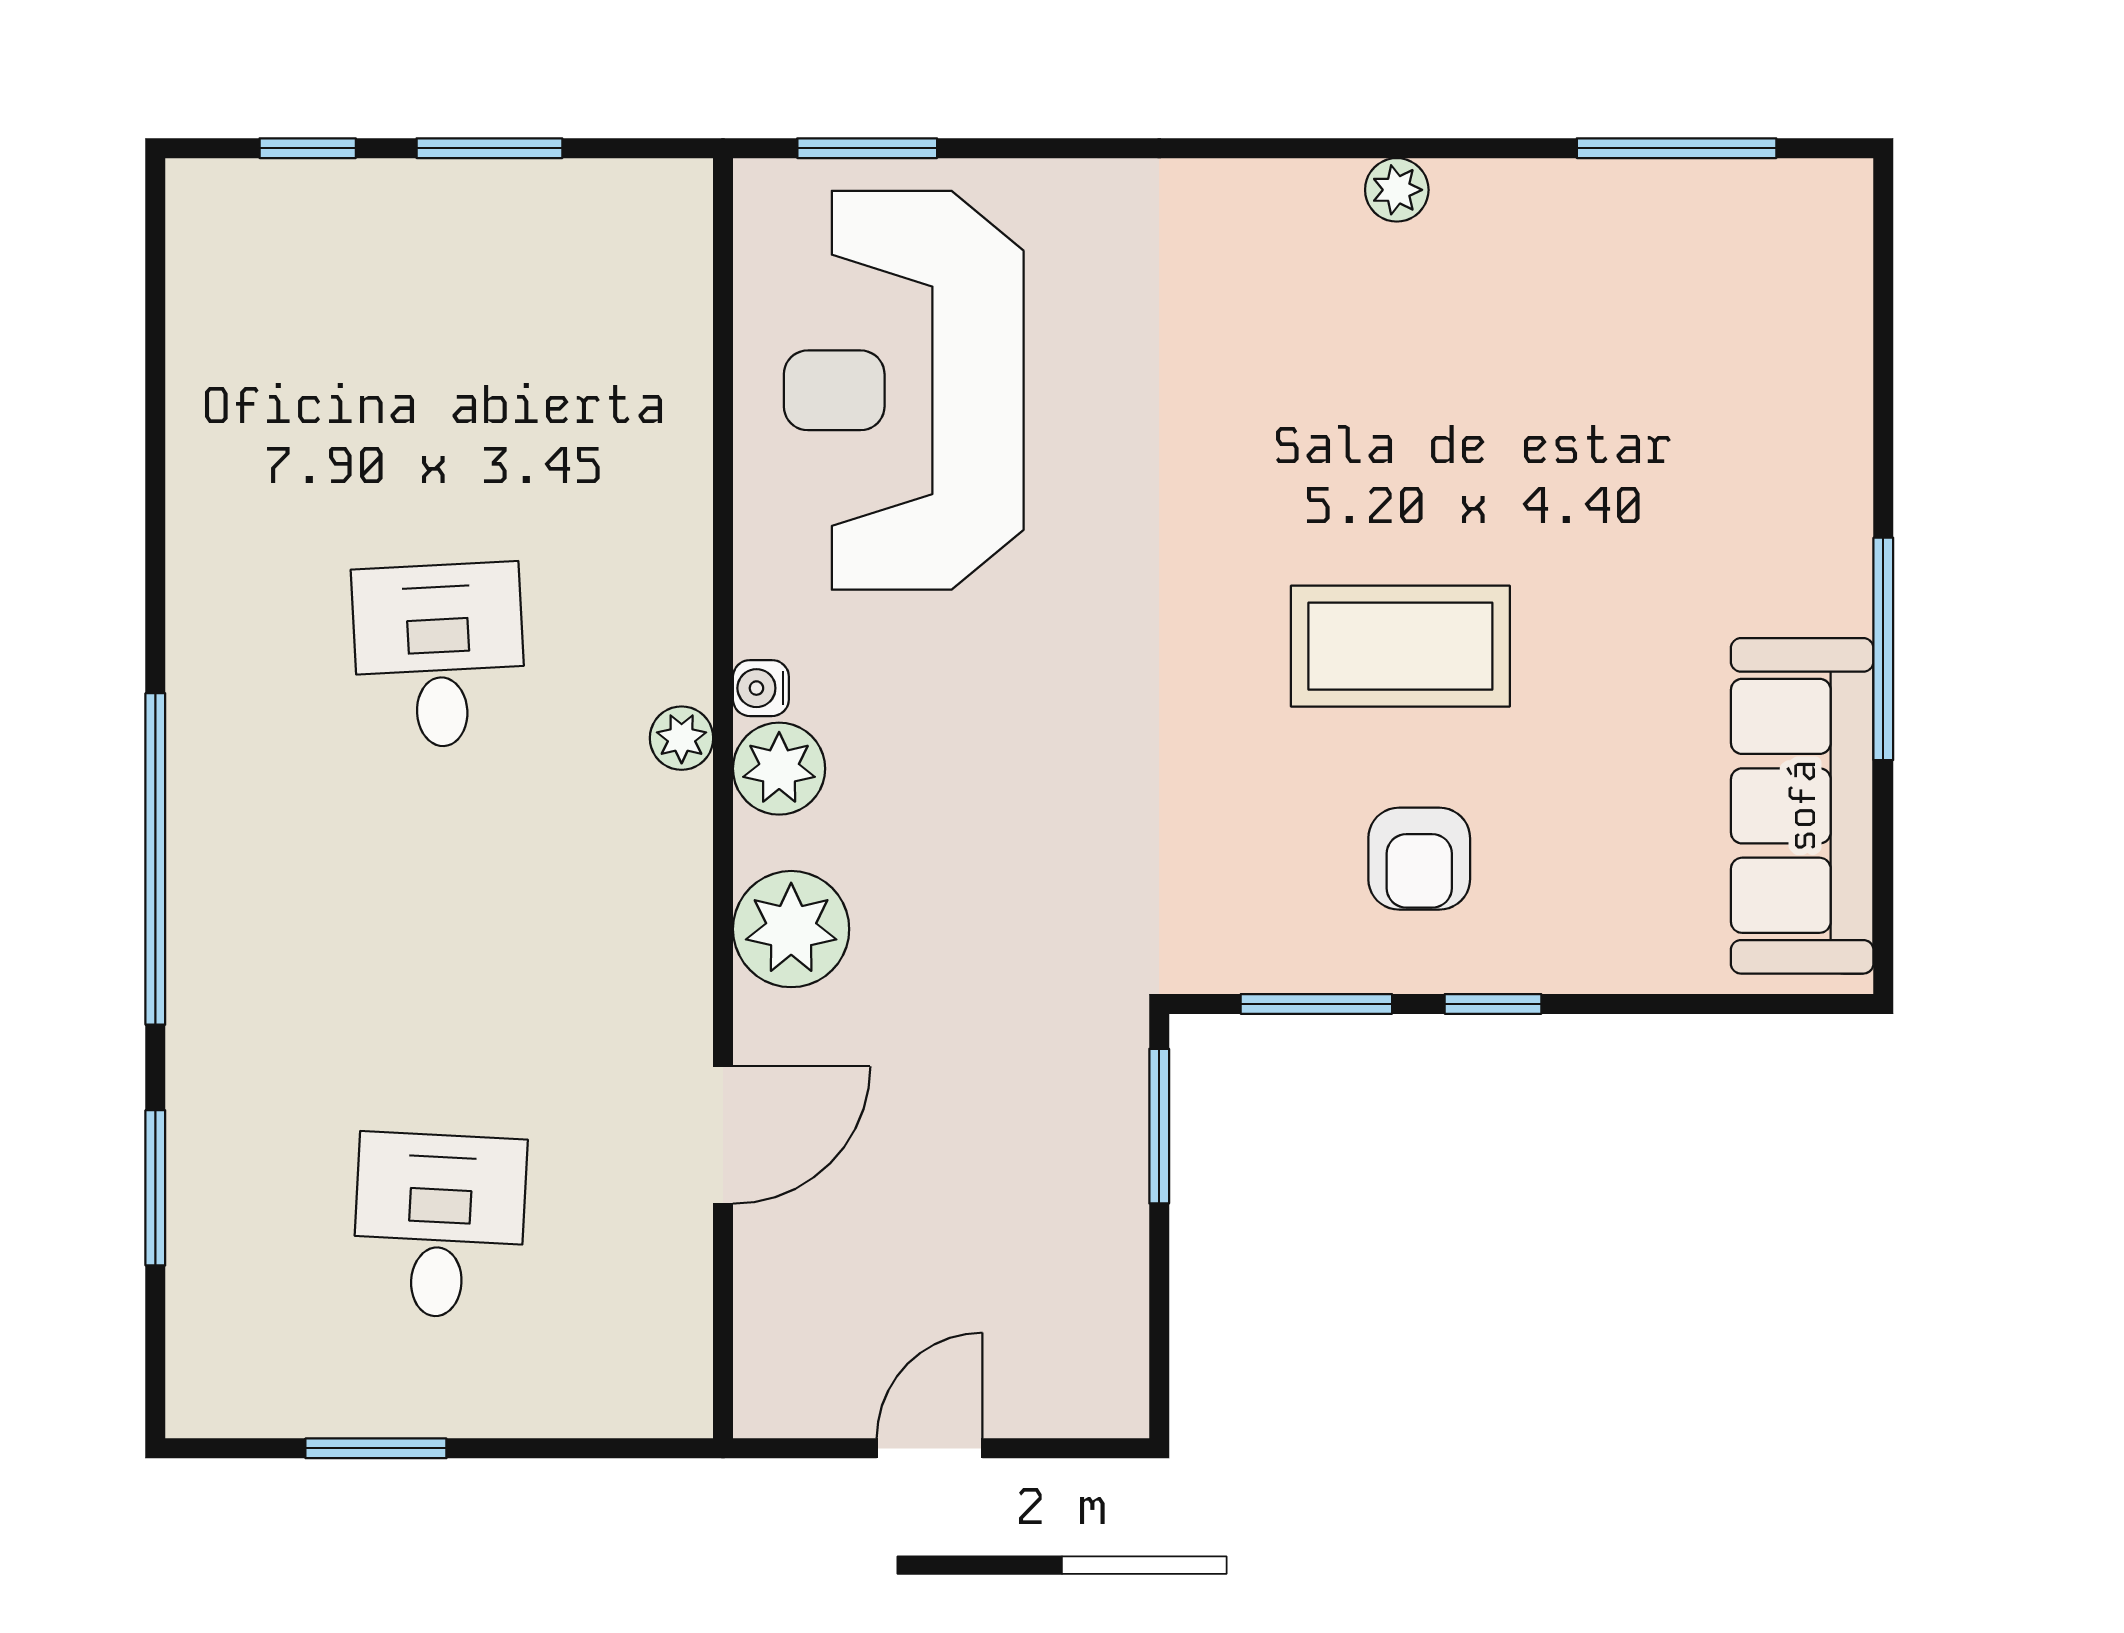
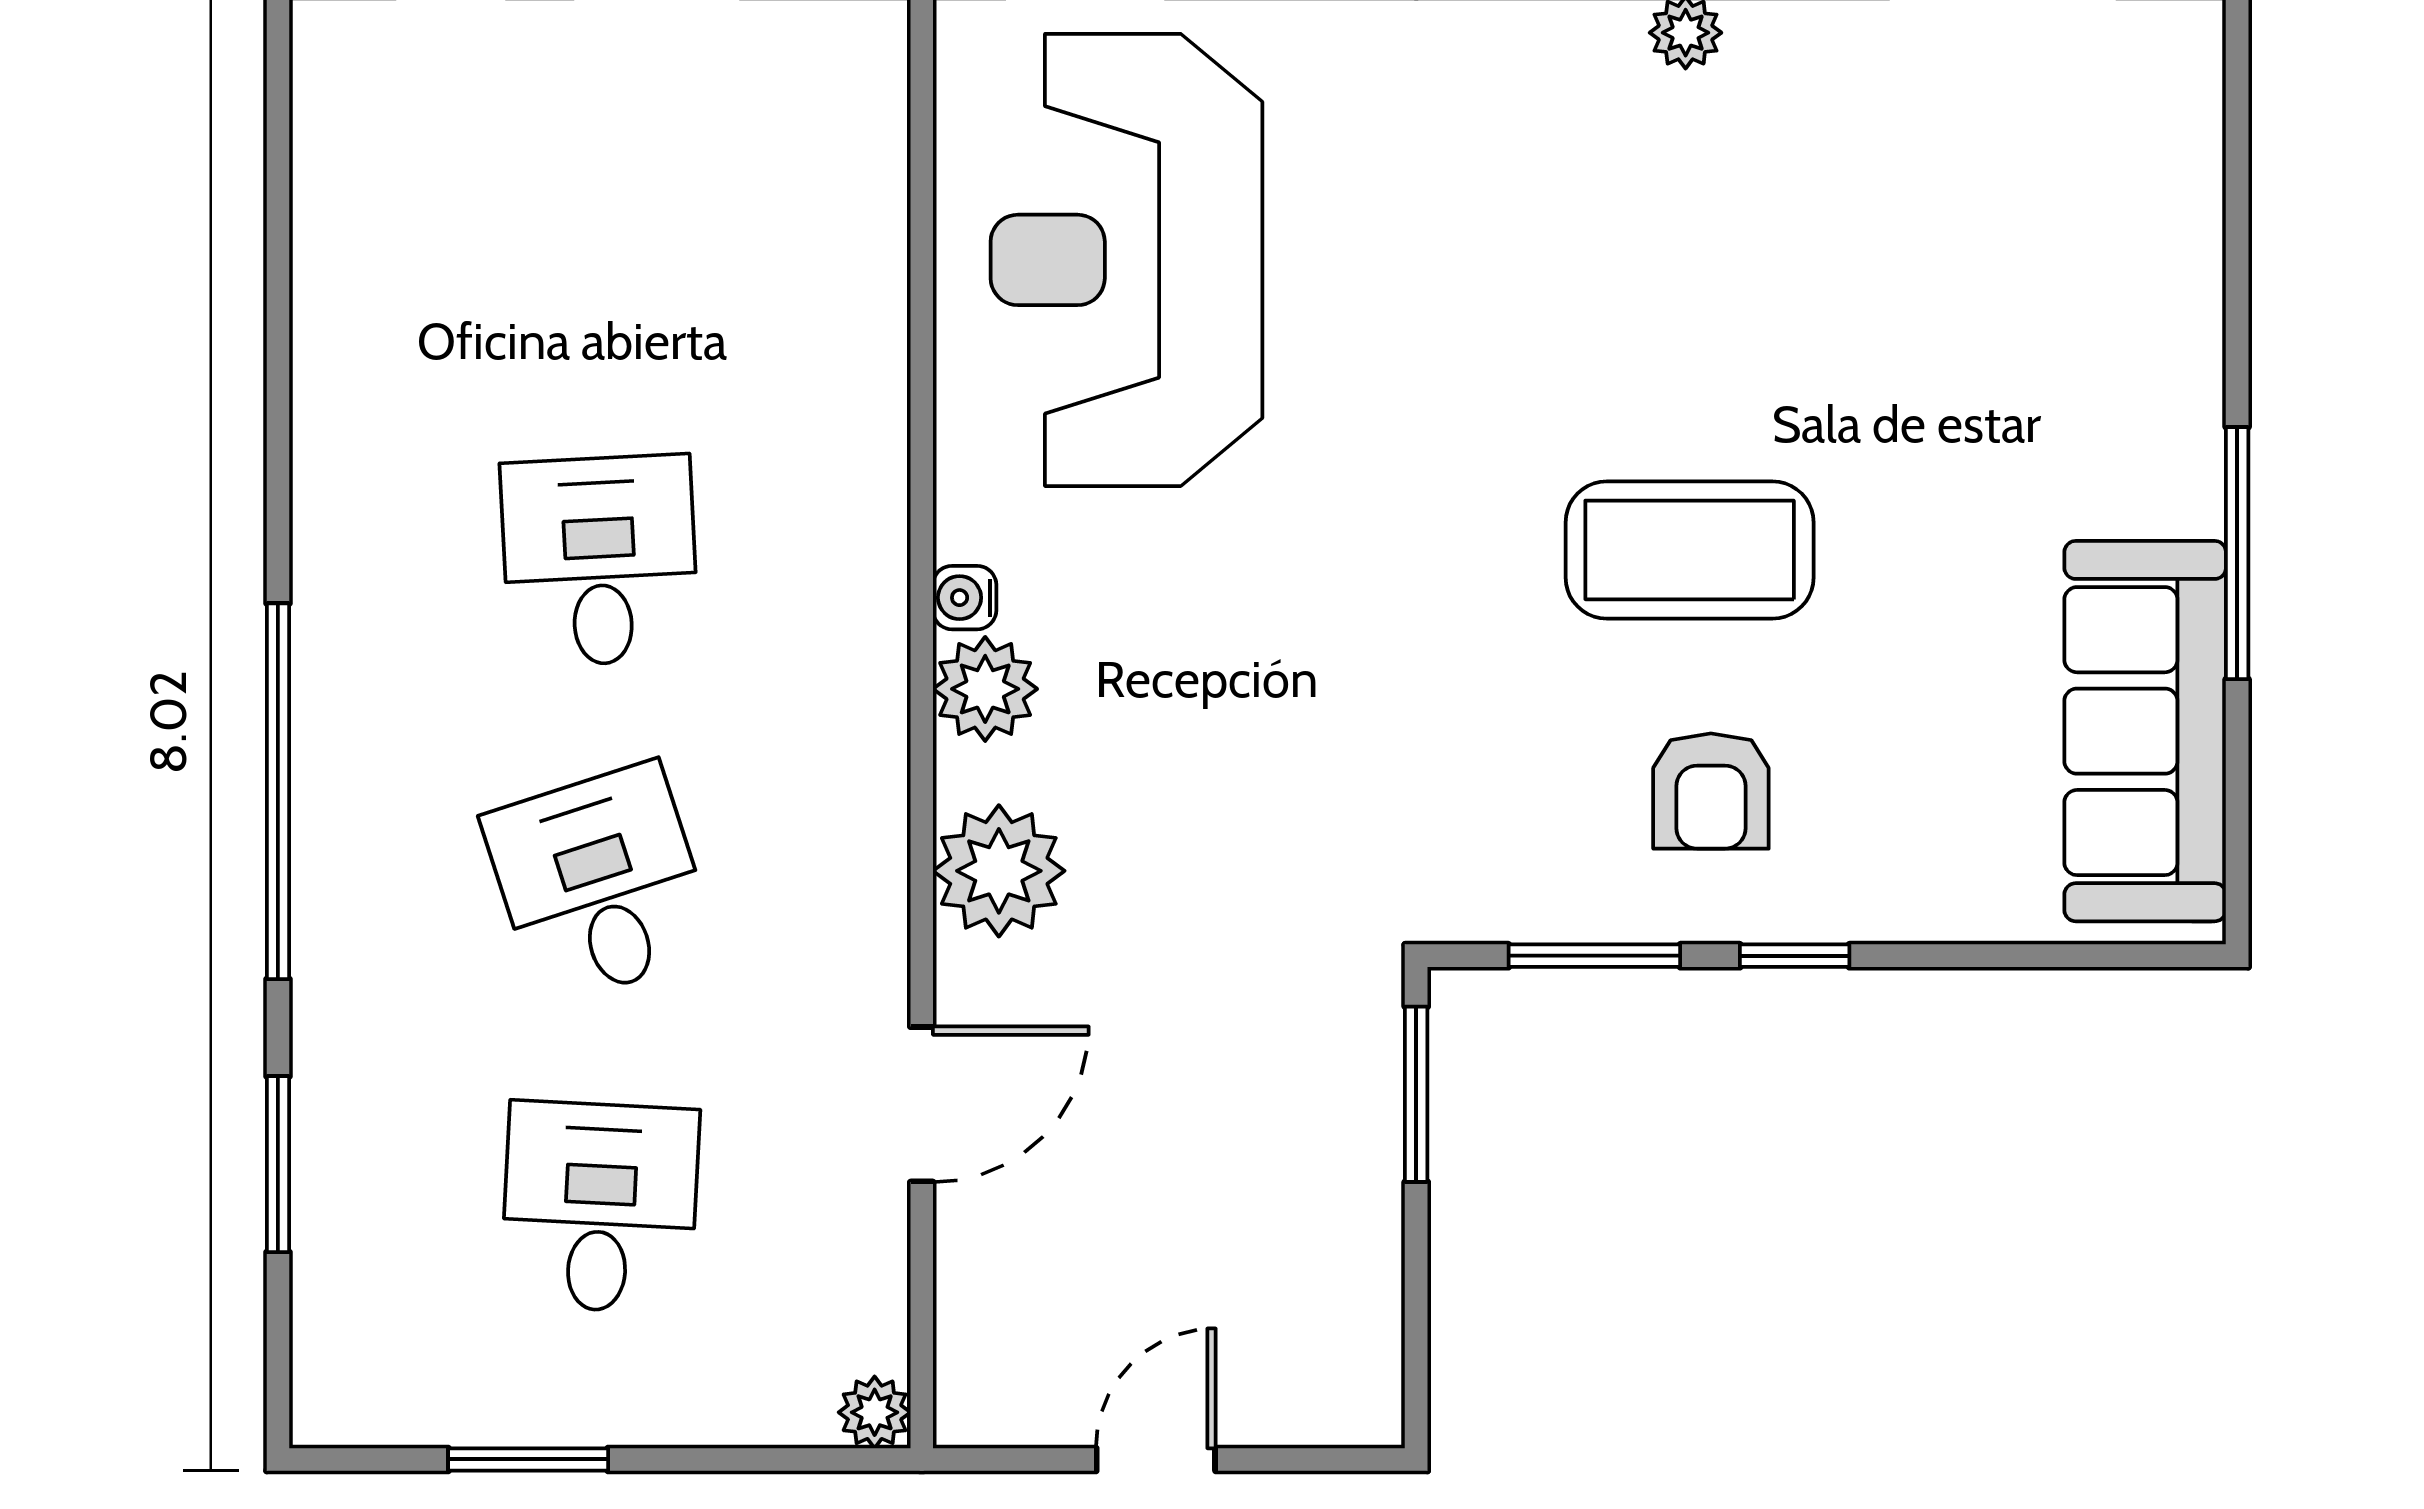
plant: (682, 738) -> (875, 1412), moved
desk: (439, 941) -> (600, 884), added

